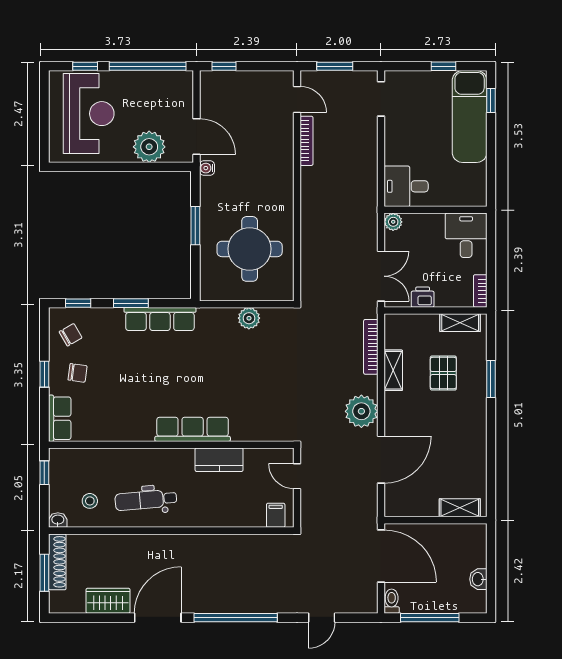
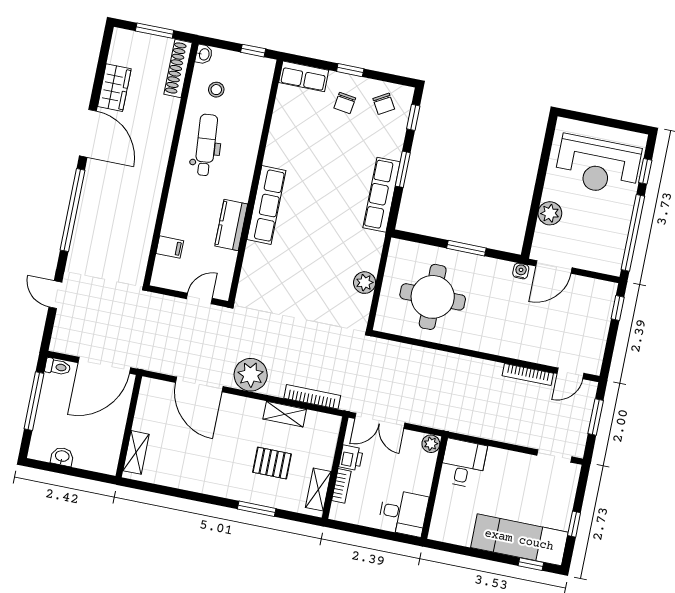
plant: (149, 147) -> (550, 213), width x0.73, depth x0.73
bookcase: (480, 291) -> (341, 486), moved, turned 90
filing cabinet: (276, 515) -> (170, 247), moved
shoe rack: (57, 562) -> (178, 68), moved, turned 90

